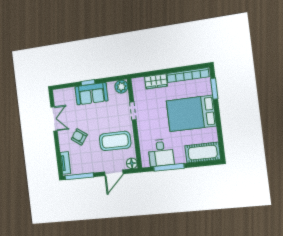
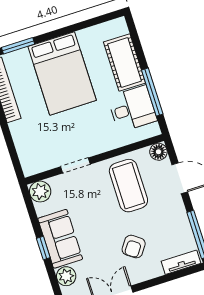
wardrobe: (156, 81) -> (22, 138), removed
plant: (70, 93) -> (66, 276), added
cot: (203, 153) -> (125, 62), moved

